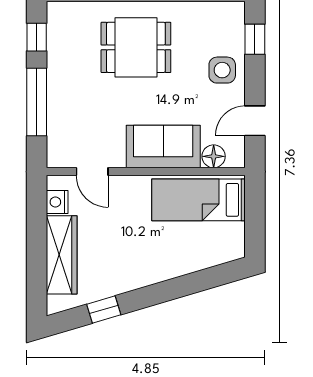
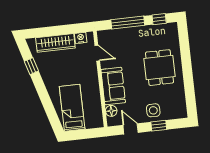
window: (255, 39) -> (159, 126), moved
door: (92, 172) -> (97, 53), swing flipped
bed: (198, 200) -> (72, 108), moved

